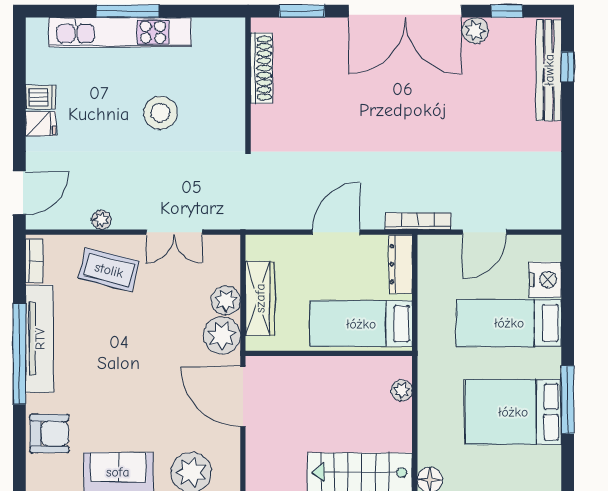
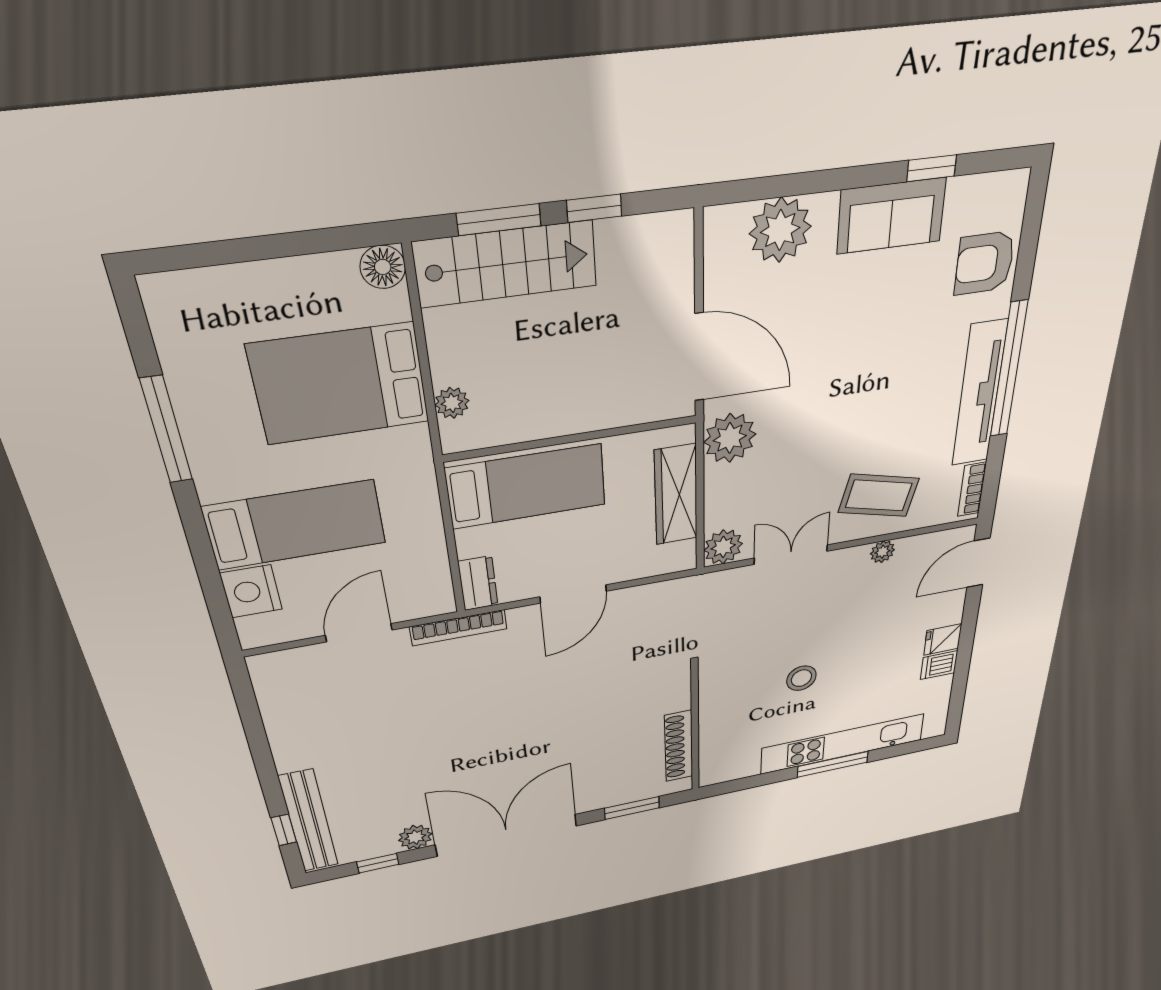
stool: (160, 113) -> (801, 678), width x0.73, depth x0.73
dresser: (401, 264) -> (478, 583), width x0.70
plant: (226, 300) -> (723, 547), moved
bed: (513, 412) -> (340, 384), moved, turned 180

